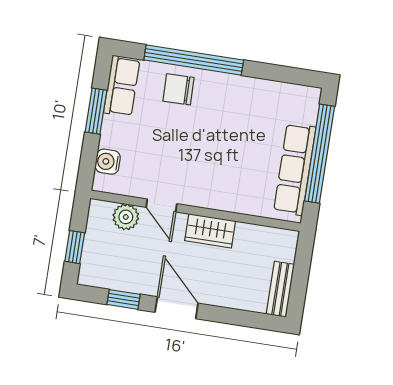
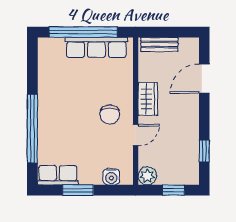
chair: (179, 89) -> (110, 114), moved
plant: (126, 217) -> (147, 176), moved
bench: (280, 289) -> (159, 44), moved
door: (177, 308) -> (204, 79), moved

